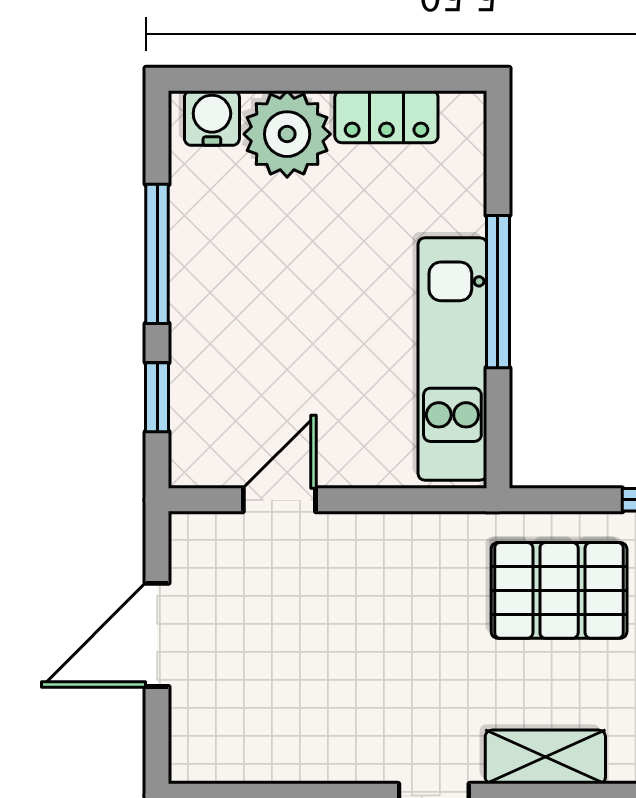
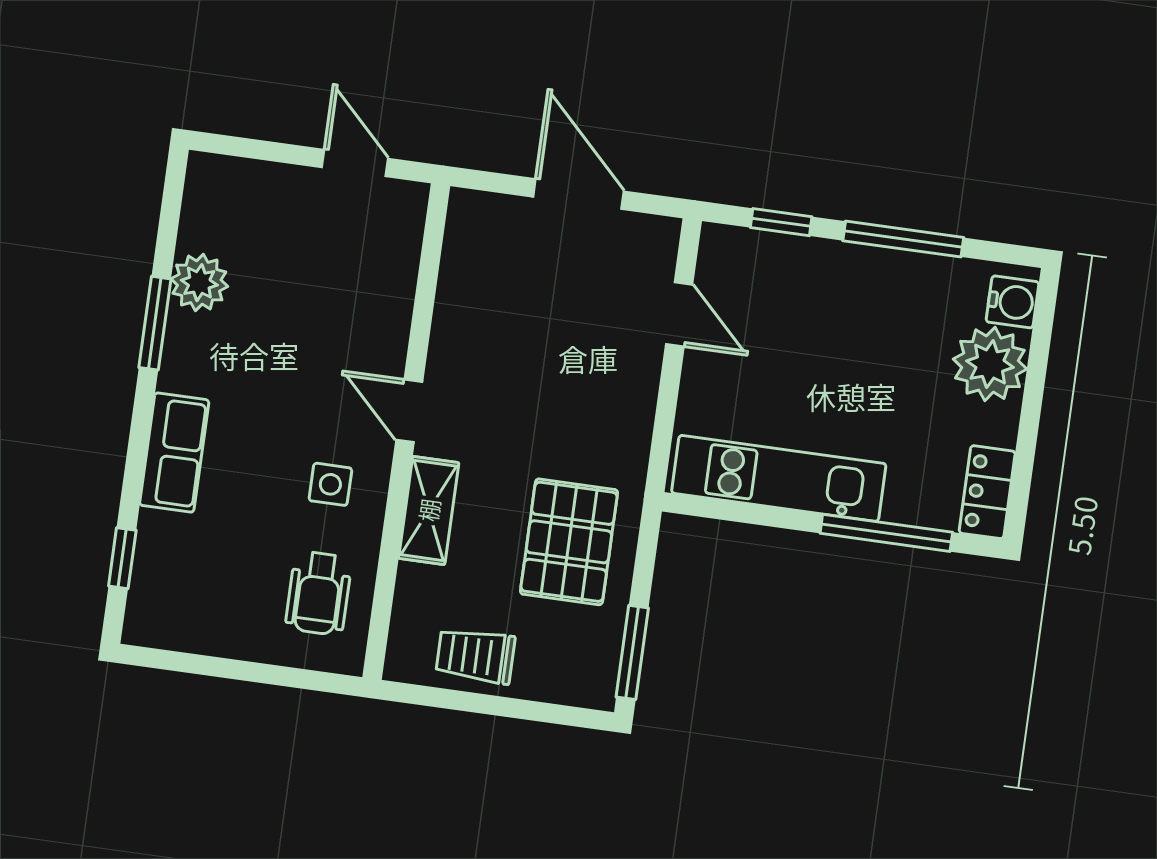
locker: (386, 117) -> (987, 492), moved
window: (498, 292) -> (886, 533), moved

